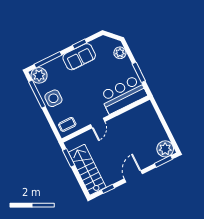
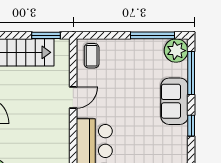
sofa: (79, 57) -> (174, 101), moved
side table: (53, 98) -> (136, 55), removed
door: (98, 123) -> (73, 97), swing flipped

